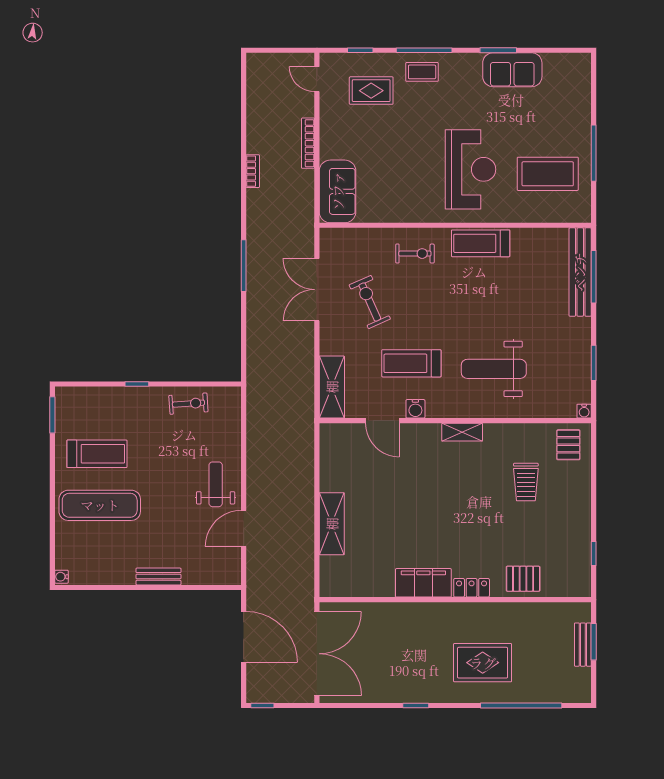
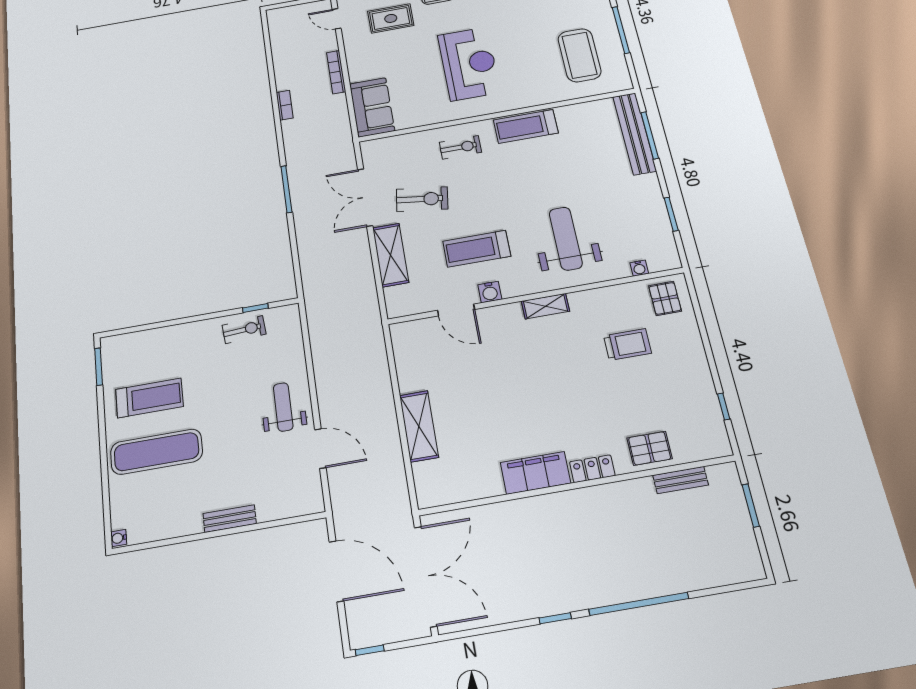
reception desk: (471, 169) -> (469, 64), moved
coffee table: (548, 174) -> (579, 55), turned 90
exercise bike: (370, 302) -> (422, 199), turned 122
weight bench: (494, 369) -> (566, 238), turned 90
window: (137, 384) -> (255, 308), moved
shelving: (332, 387) -> (391, 255), moved
water cooler: (584, 411) -> (639, 268), moved
trolley: (526, 482) -> (628, 344), turned -90
door: (244, 528) -> (320, 449), swing flipped
bench: (583, 645) -> (681, 480), moved, turned 90
rug: (483, 663) -> (625, 553), removed
window: (521, 705) -> (639, 604), moved

